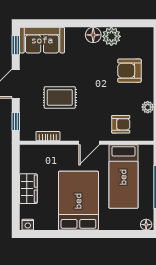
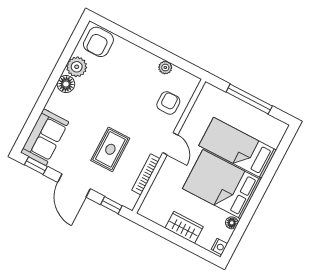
armchair: (129, 71) -> (98, 42), moved
bookcase: (48, 136) -> (146, 174), width x1.56
bed: (123, 177) -> (238, 148), moved, turned 180
floor lamp: (146, 225) -> (232, 223), moved

